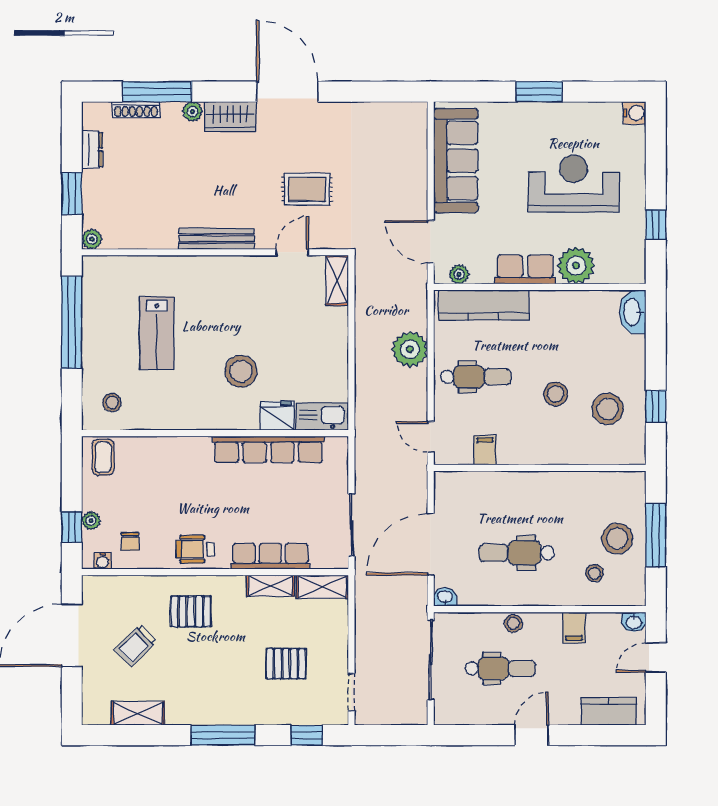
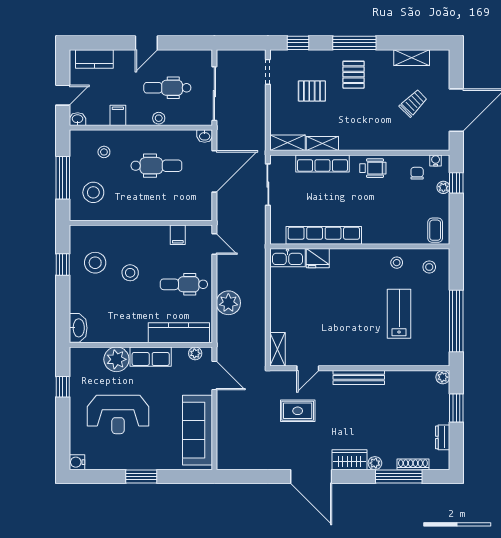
stool: (241, 371) -> (397, 263), moved, width x0.53, depth x0.53
stool: (617, 539) -> (93, 192), moved
pallet: (191, 611) -> (354, 75), moved, turned 90

